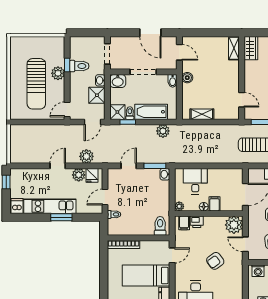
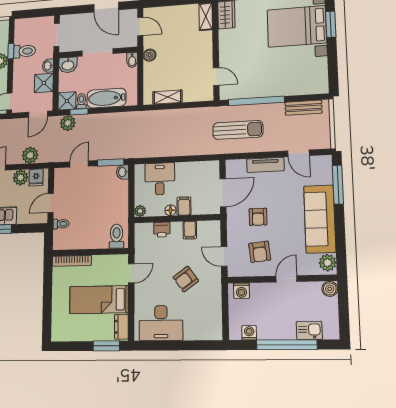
plant: (163, 131) -> (68, 123), moved
filing cabinet: (184, 223) -> (190, 230), moved
plant: (234, 225) -> (209, 232), removed

